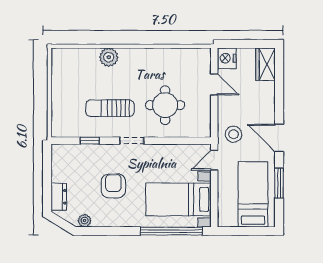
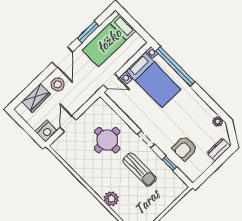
wardrobe: (265, 64) -> (36, 98), moved
stool: (234, 134) -> (58, 84), moved
armchair: (113, 186) -> (185, 148), moved

